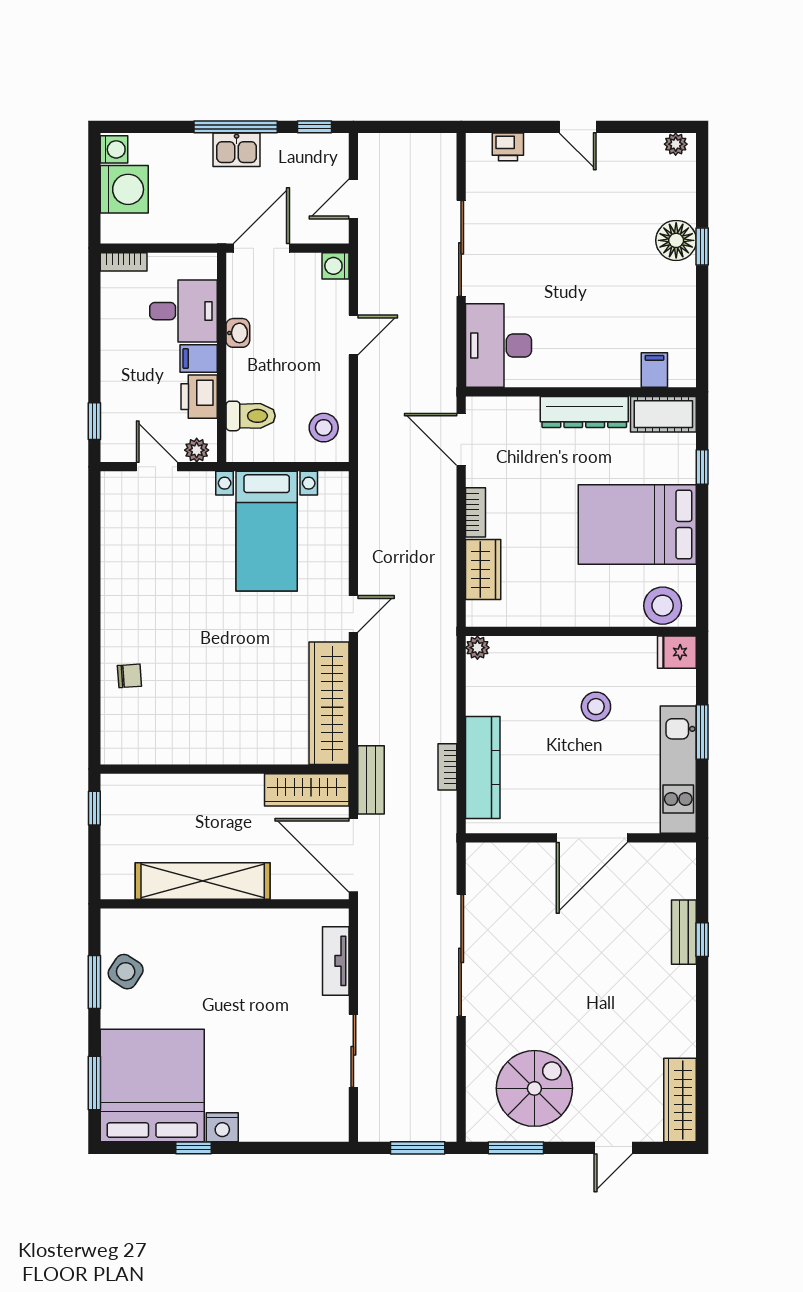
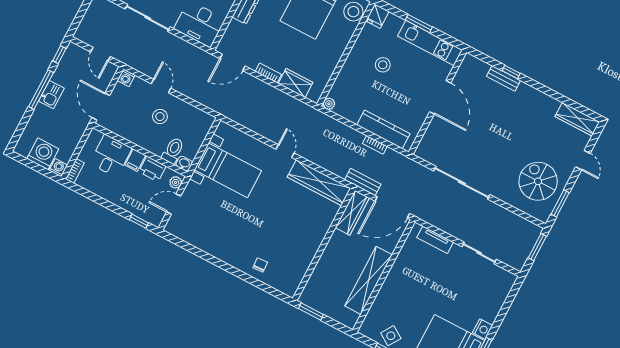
washing machine: (114, 149) -> (58, 168), moved
washbasin: (238, 333) -> (184, 164), moved
stool: (324, 428) -> (160, 117), moved
window: (94, 808) -> (311, 311), width x1.50

